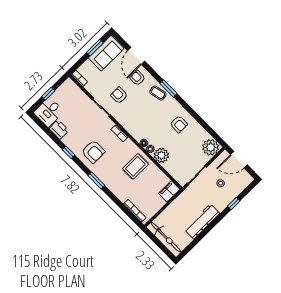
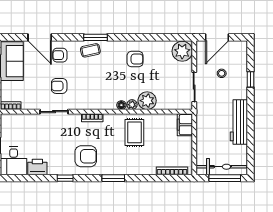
window: (161, 246) -> (225, 178), added

